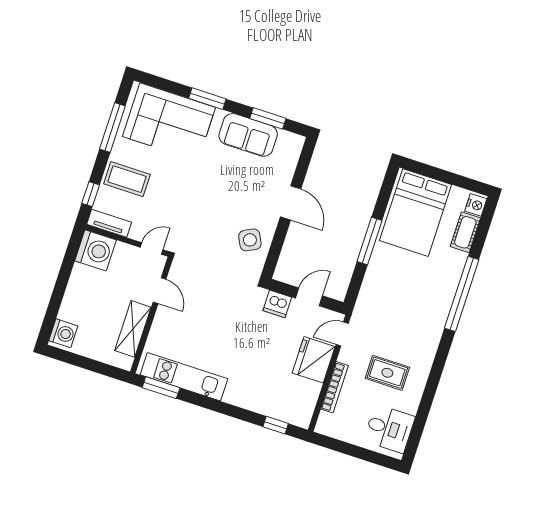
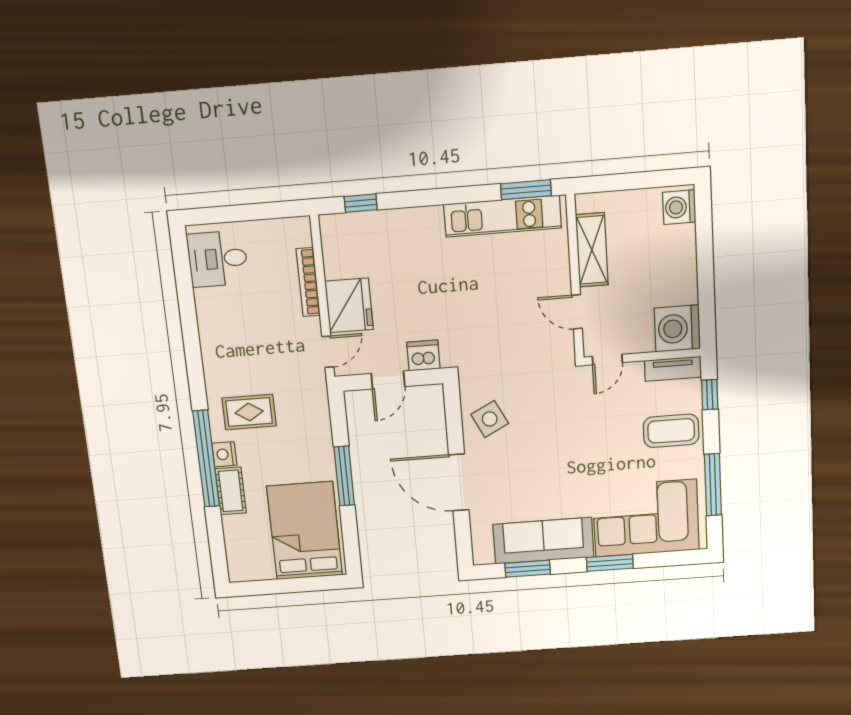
sofa: (248, 135) -> (543, 541), width x1.36
door: (291, 203) -> (459, 482), width x1.36
nightstand: (476, 205) -> (224, 454), moved
cot: (465, 232) -> (231, 491), moved
rug: (387, 373) -> (249, 412), moved

